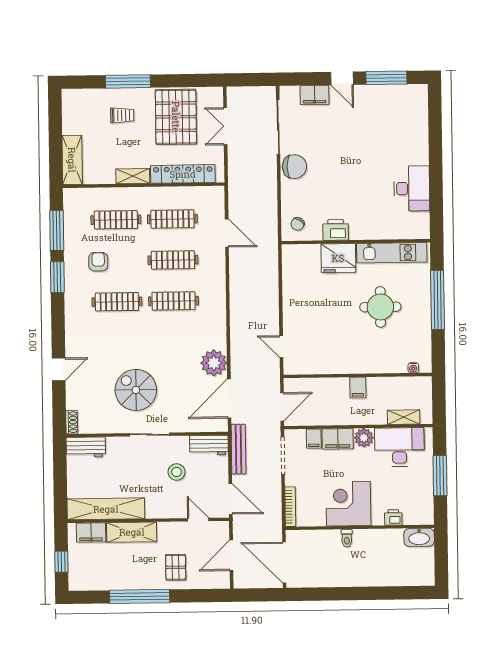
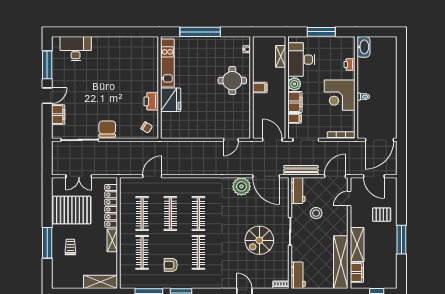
desk: (412, 188) -> (76, 49), moved
round table: (380, 307) -> (232, 81), moved
window: (140, 596) -> (401, 240), width x0.68

